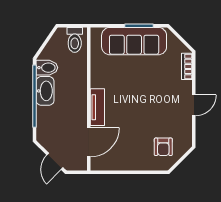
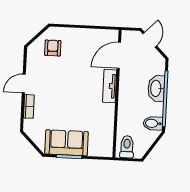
sofa: (134, 41) -> (67, 143), width x0.73
bookcase: (187, 66) -> (29, 106), moved
washbasin: (45, 91) -> (156, 88), moved

